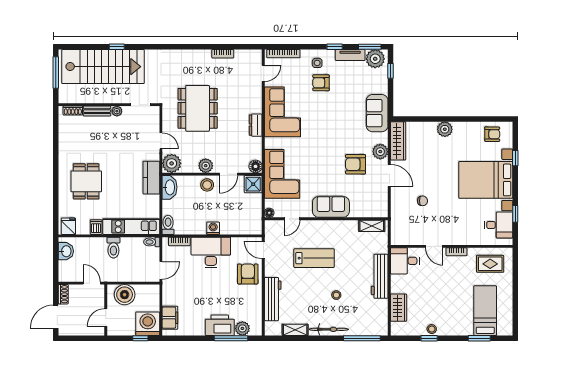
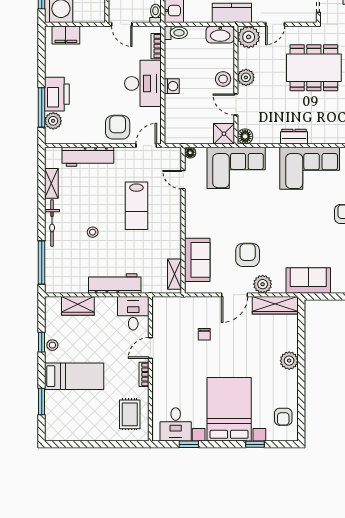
sofa: (331, 207) -> (197, 260), moved
armchair: (248, 274) -> (118, 127), turned -90
bed: (485, 311) -> (74, 376), moved

